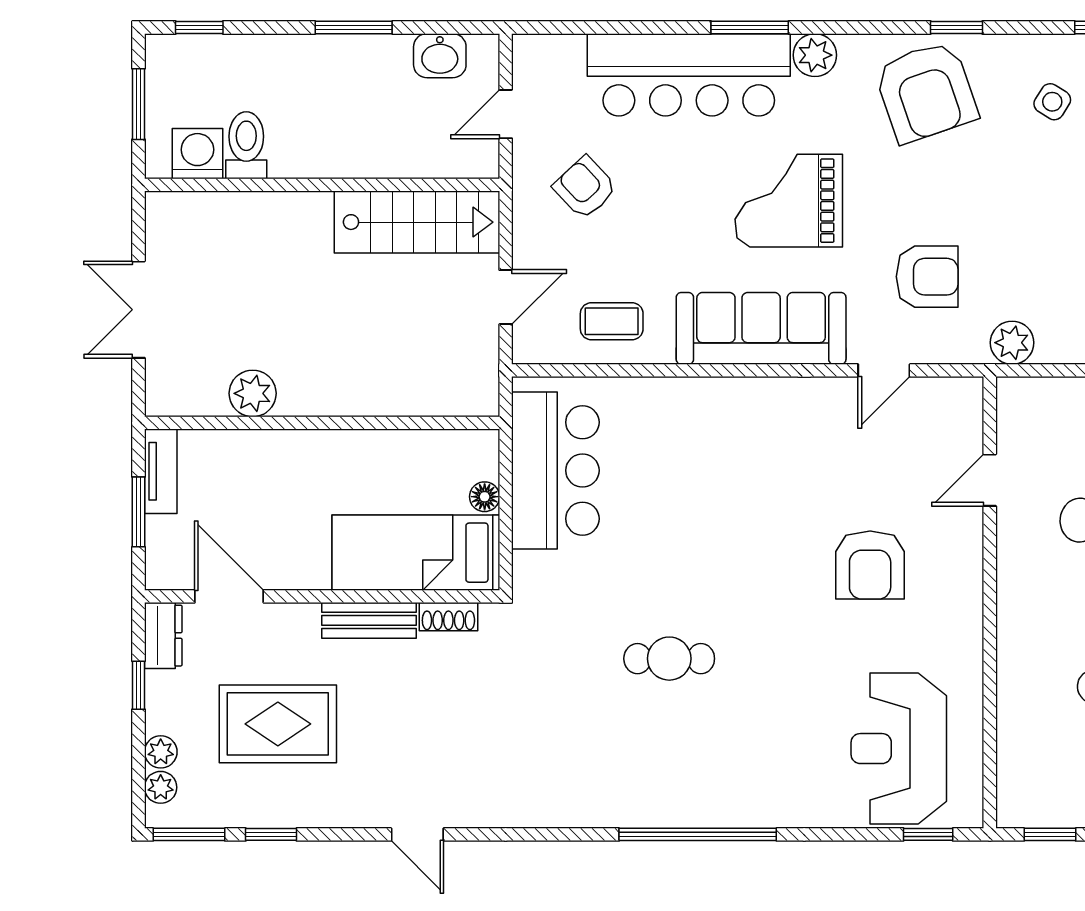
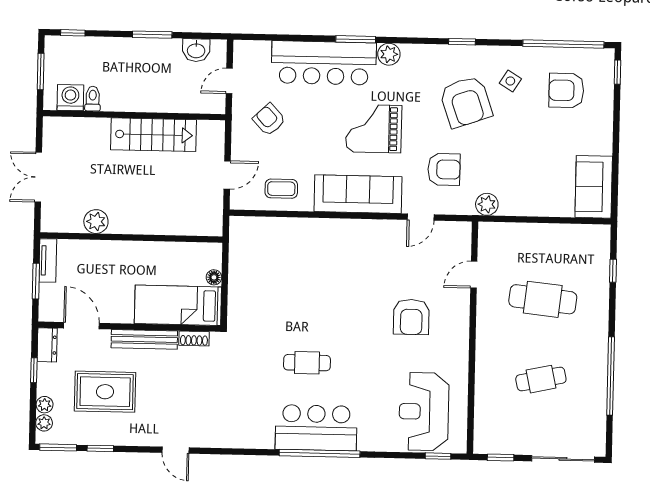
armchair: (926, 92) -> (466, 102), moved
toilet: (246, 145) -> (93, 99), width x0.73, depth x0.72
stairs: (417, 222) -> (154, 135), moved
bar counter: (555, 470) -> (316, 428), moved, turned -90
bench: (369, 620) -> (144, 339), width x1.36

